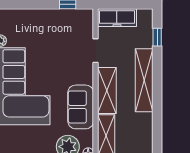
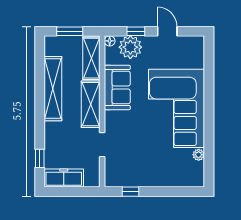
freezer: (117, 18) -> (64, 178), moved
shelving: (144, 80) -> (53, 89), moved

